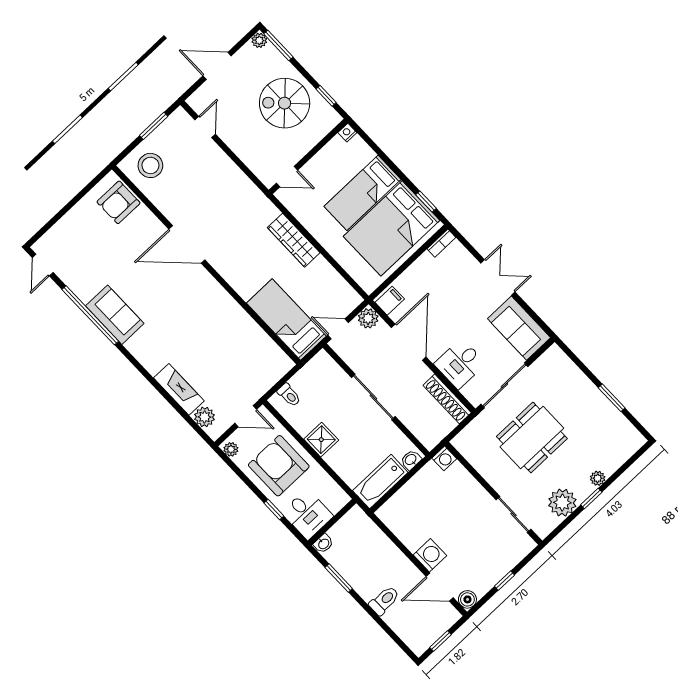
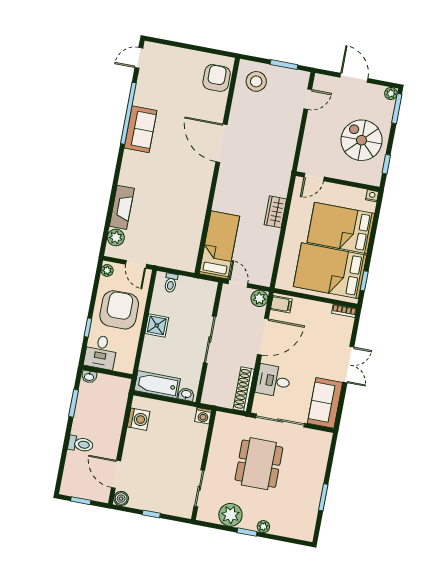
door: (287, 177) -> (314, 177), hinge flipped
bed: (363, 193) -> (341, 228), width x1.50
armchair: (119, 202) -> (217, 78), turned 90
wardrobe: (294, 240) -> (275, 212), width x0.67
dining table: (532, 438) -> (259, 464), turned 90
washing machine: (430, 555) -> (139, 419), moved

